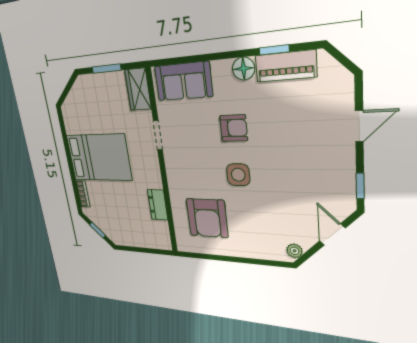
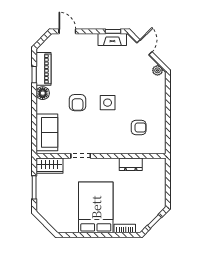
door: (359, 126) -> (67, 31), moved
armchair: (234, 128) -> (78, 103), turned 180
fireplace: (345, 184) -> (112, 40), added
armchair: (207, 218) -> (139, 127), width x0.53, depth x0.53
door: (332, 235) -> (144, 47), swing flipped

